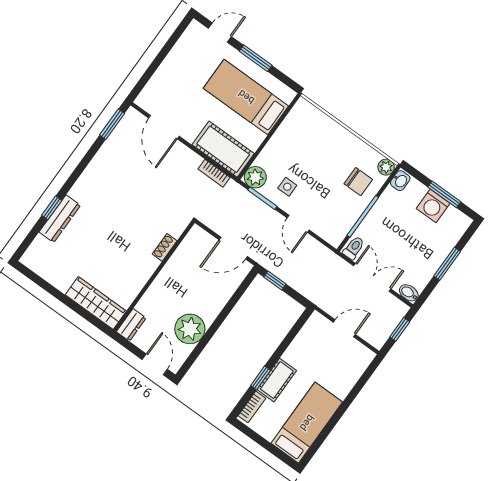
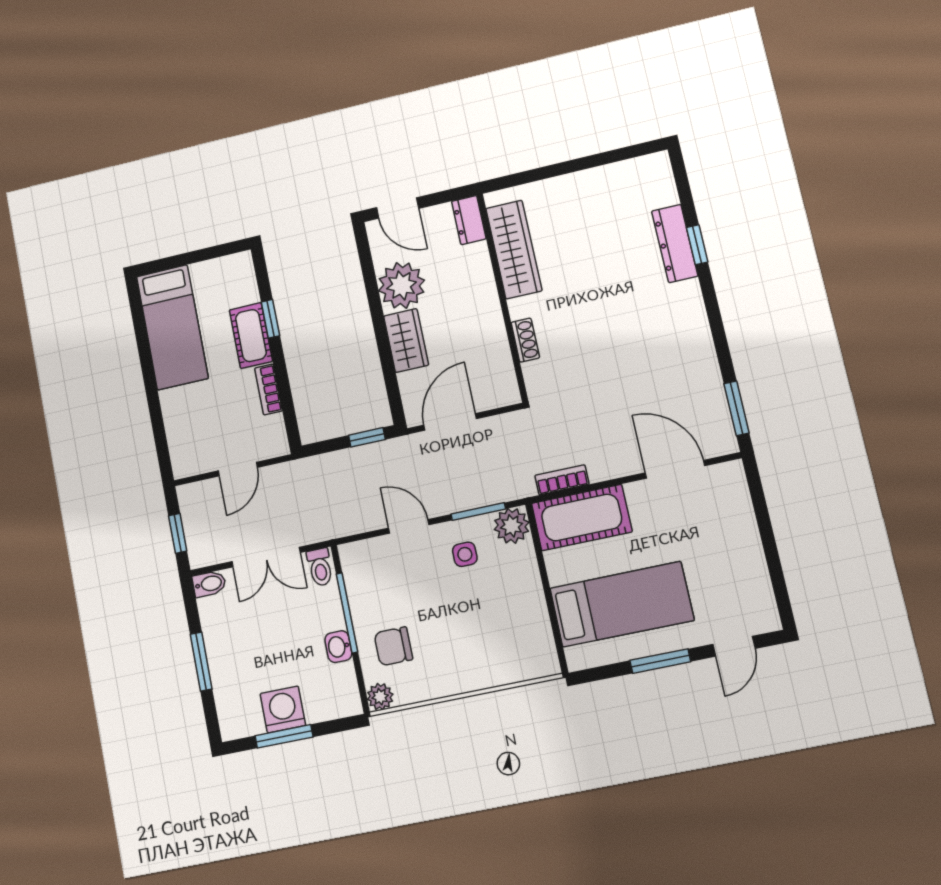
washbasin: (400, 181) -> (338, 647), moved
wardrobe: (96, 303) -> (514, 249), moved, turned -90
wardrobe: (214, 303) -> (406, 340), added
bookcase: (252, 407) -> (268, 389), moved

